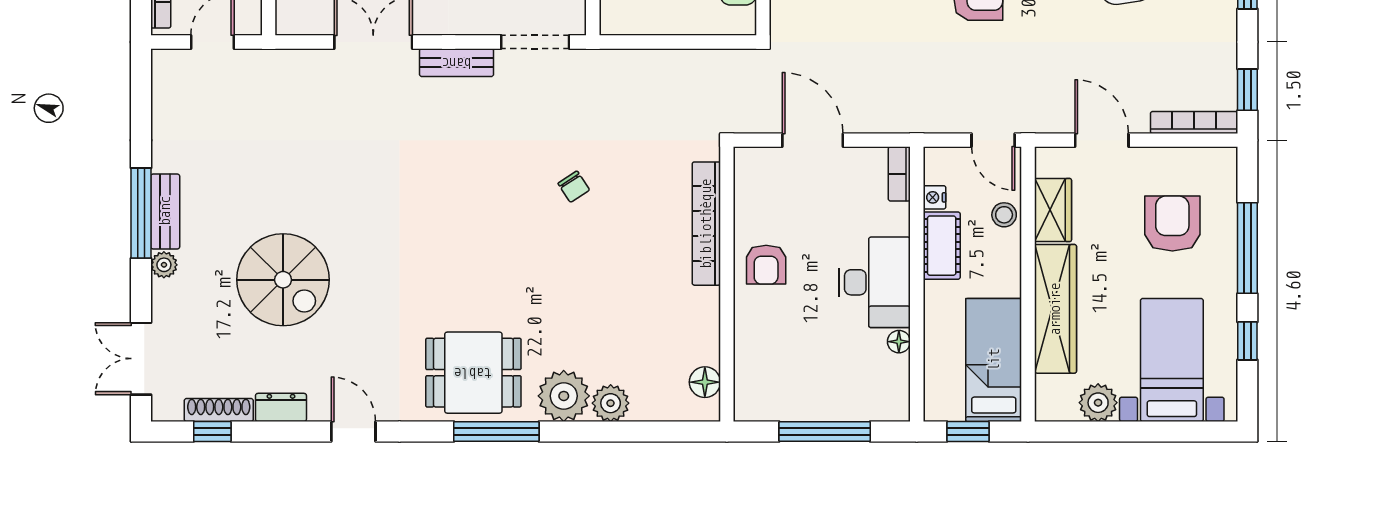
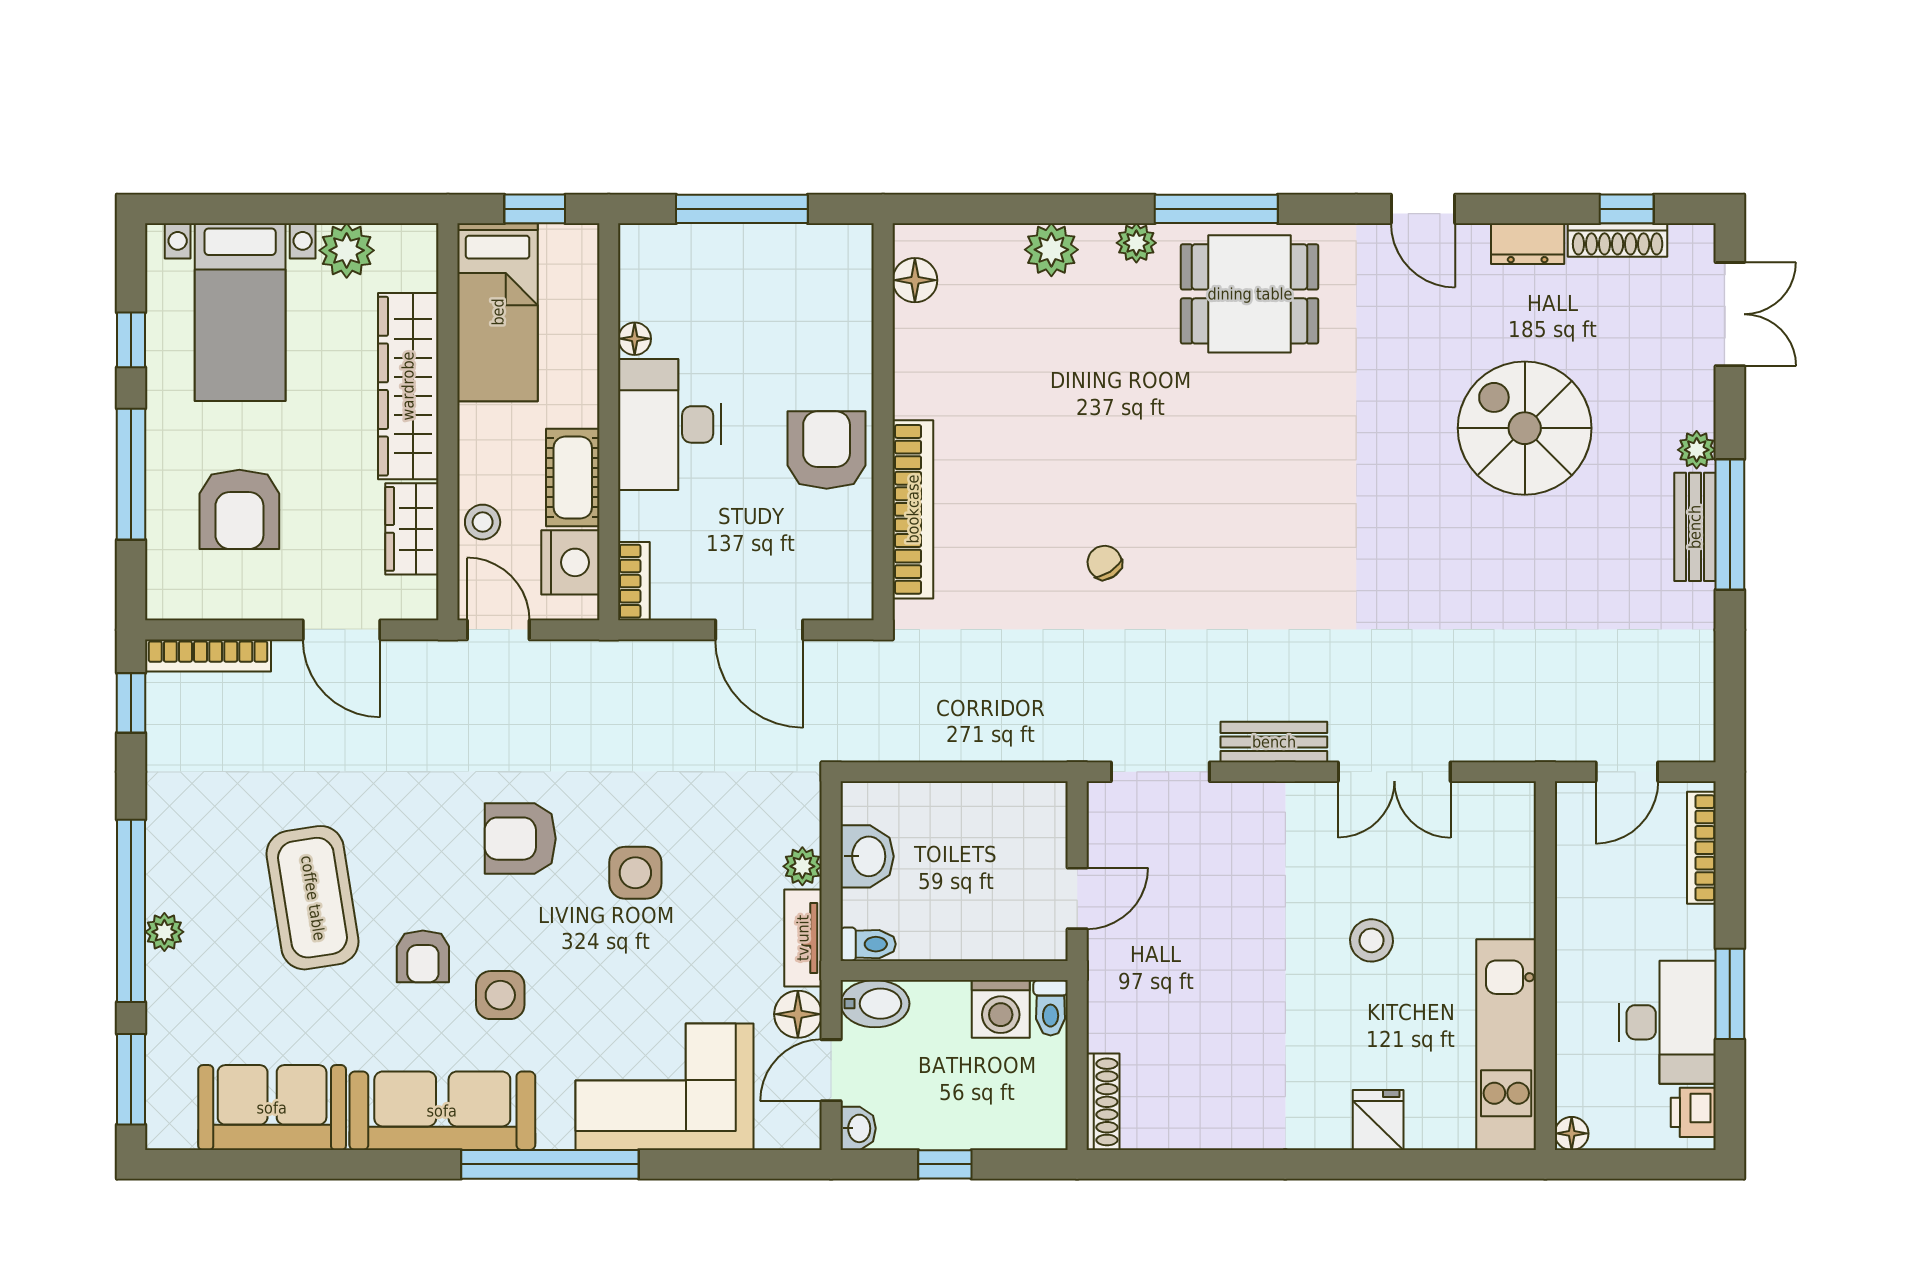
nightstand: (934, 197) -> (570, 562), width x1.89, depth x1.79
armchair: (766, 265) -> (827, 450), width x1.38, depth x1.38
plant: (564, 396) -> (1136, 243), width x0.53, depth x0.53

